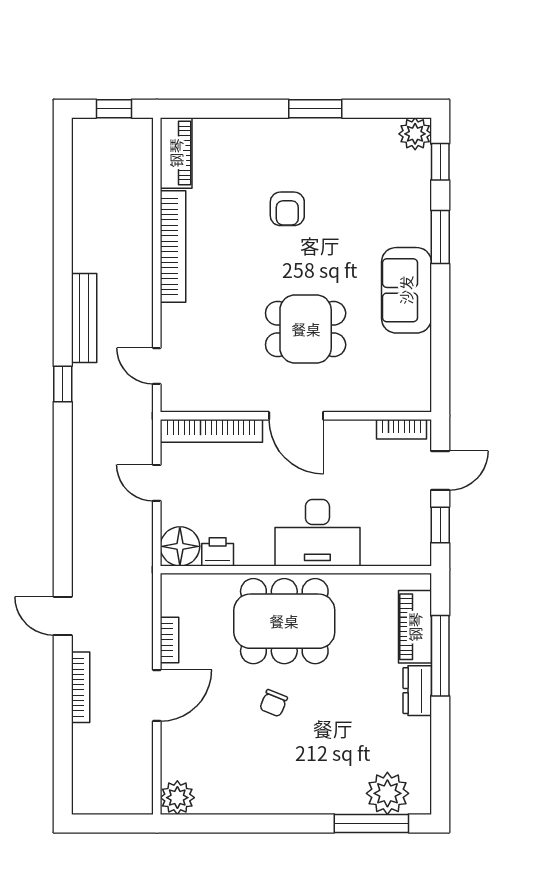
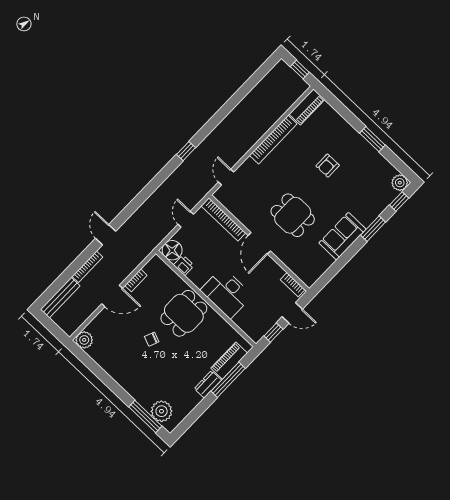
bench: (84, 318) -> (60, 298), moved
dining table: (284, 621) -> (184, 313), width x0.73

